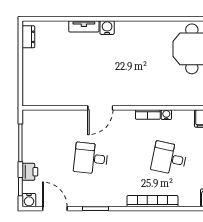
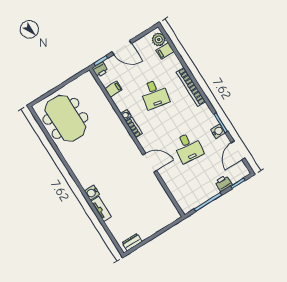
water cooler: (29, 200) -> (218, 131), moved

